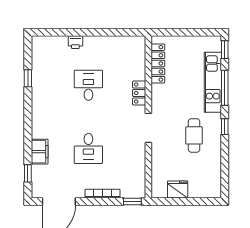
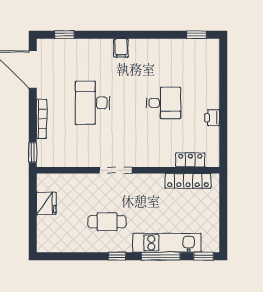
printer: (75, 42) -> (212, 118), moved
window: (28, 78) -> (197, 35), moved
locker: (139, 93) -> (190, 160), moved
desk: (88, 148) -> (92, 103), width x1.37
filing cabinet: (40, 152) -> (121, 48), moved, width x0.50

